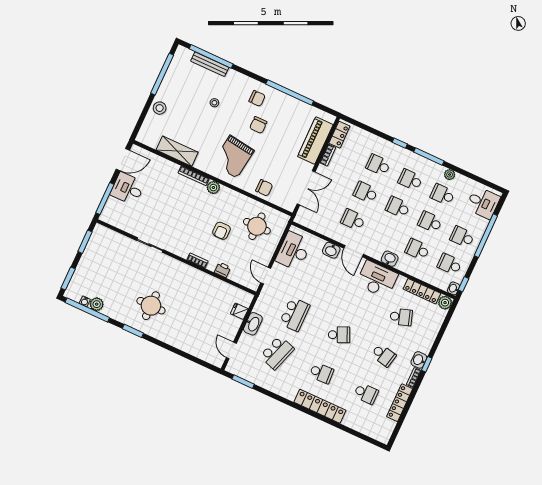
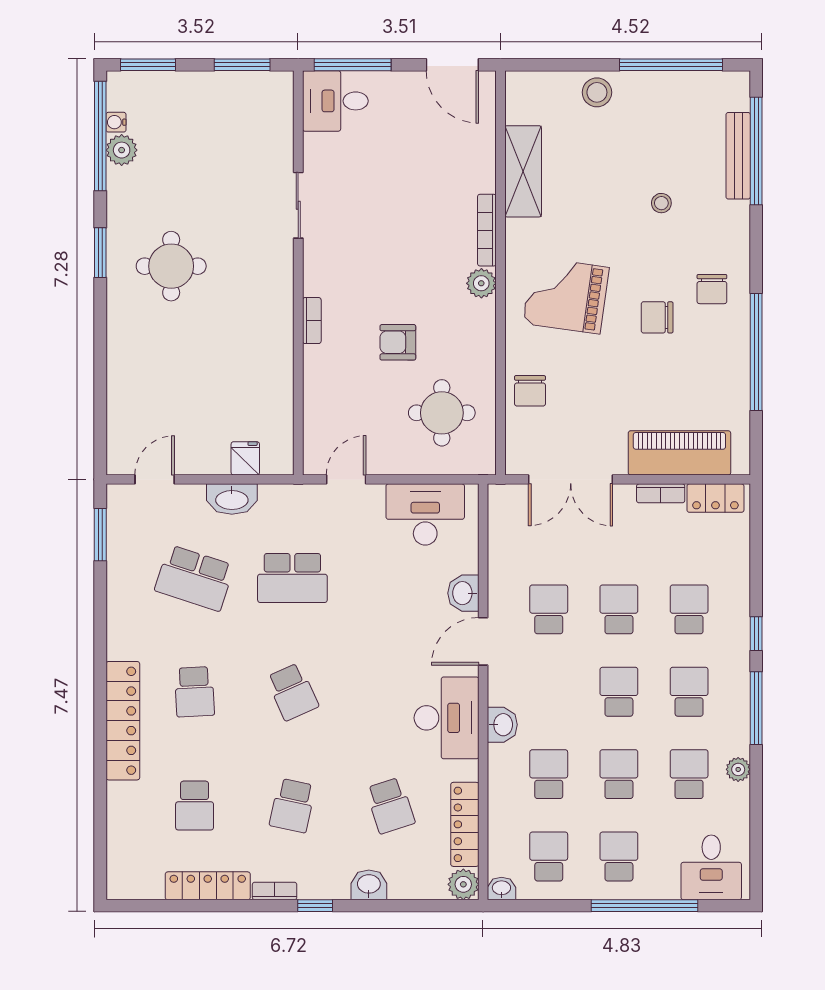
desk: (128, 189) -> (335, 101), moved, turned -90
printer: (223, 270) -> (316, 383), removed
window: (464, 284) -> (520, 906), removed
washbasin: (419, 360) -> (369, 885), moved

